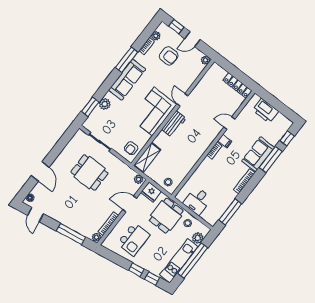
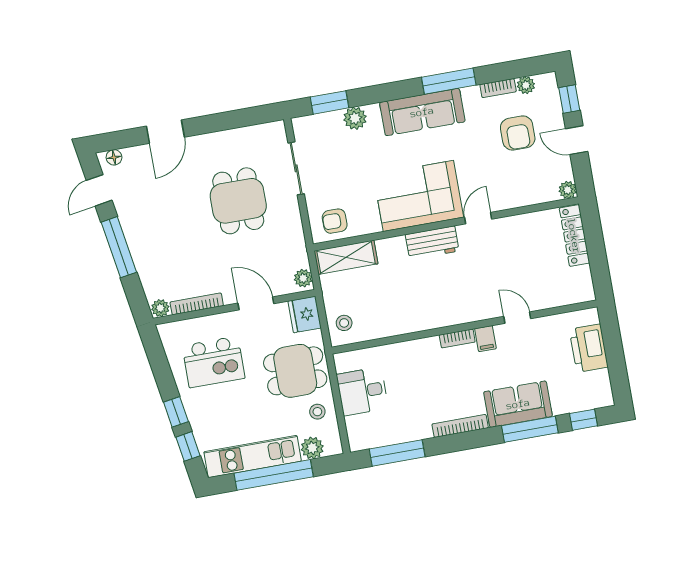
locker: (237, 85) -> (574, 236), moved
window: (71, 234) -> (119, 247), moved

